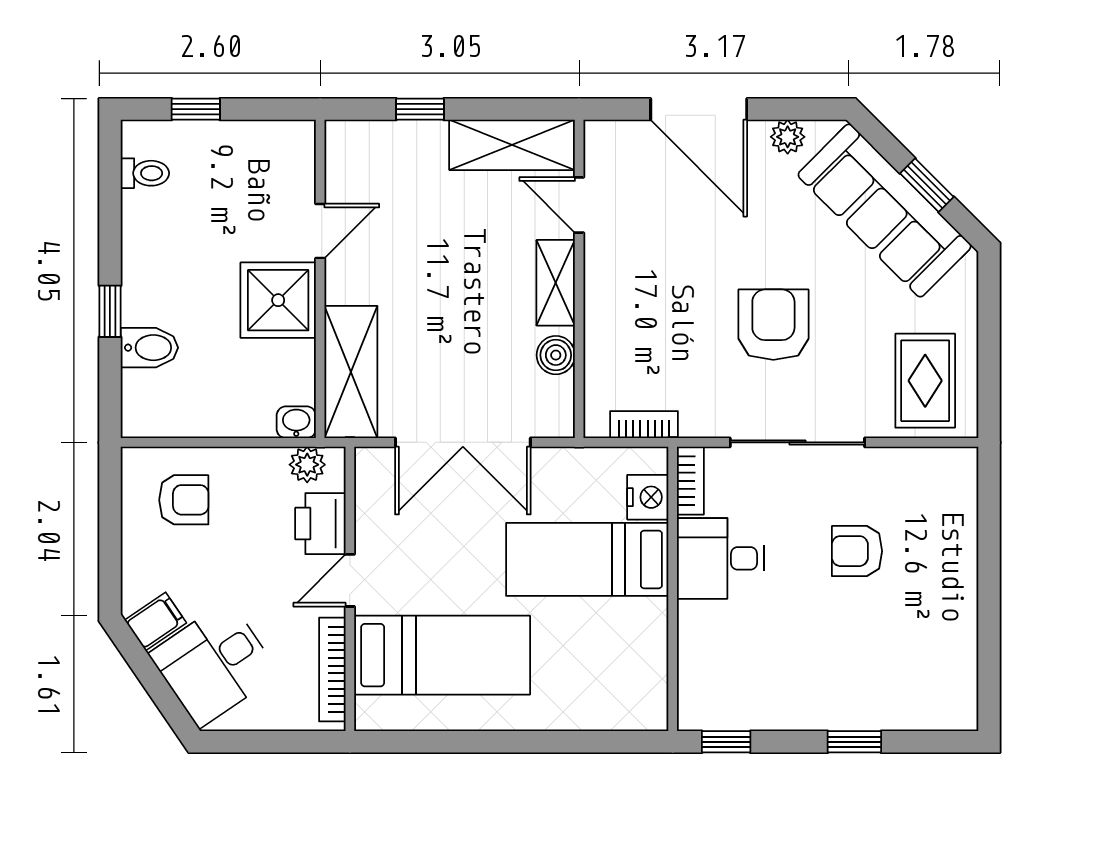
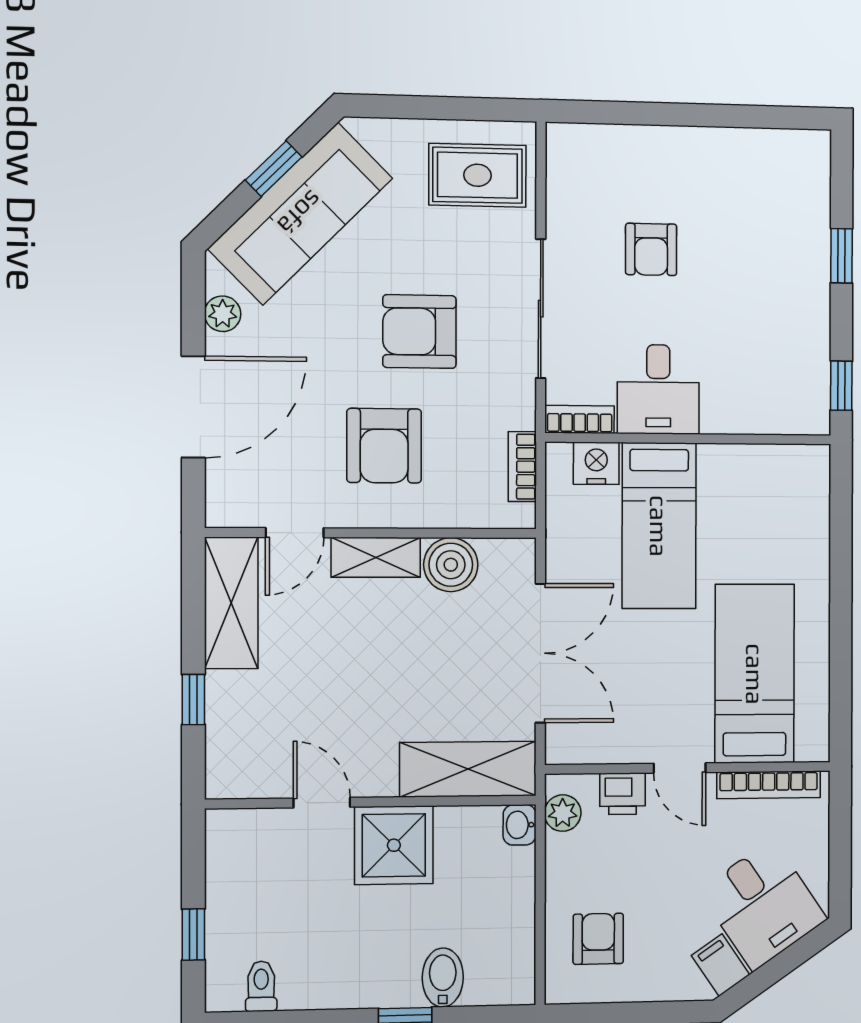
armchair: (663, 291) -> (384, 446), added
boiler: (556, 355) -> (451, 565), width x1.36, depth x1.36
printer: (320, 524) -> (623, 794), width x0.73, depth x0.81

